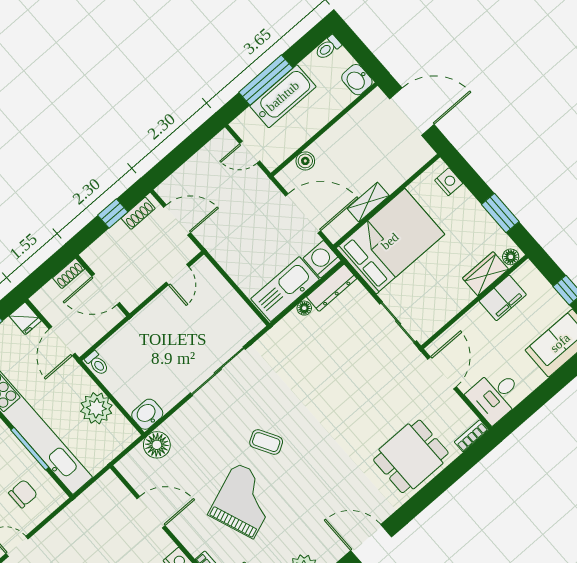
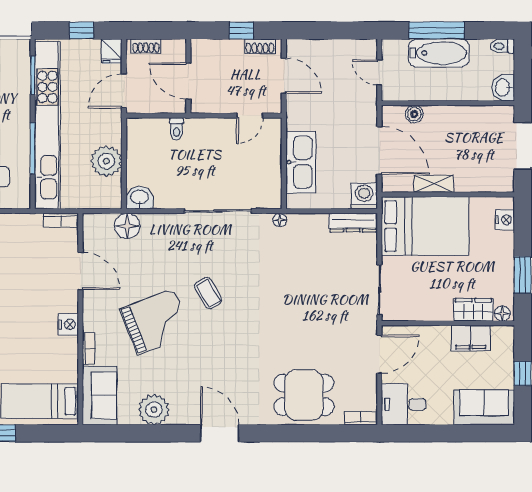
shoe rack: (69, 273) -> (146, 46), moved
kitchen sink: (285, 289) -> (301, 162), moved, turned 90
floor lamp: (304, 308) -> (280, 220), moved
toilet: (97, 363) -> (176, 129), moved
bookcase: (101, 486) -> (61, 220), added

